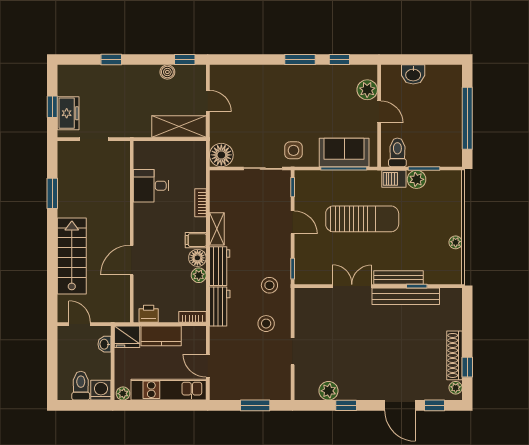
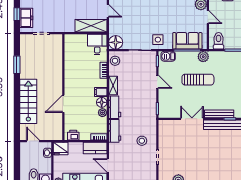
barbecue: (394, 179) -> (168, 56), moved
plant: (417, 179) -> (203, 57), moved
desk: (151, 186) -> (97, 44), moved, turned 90
sun lounger: (362, 219) -> (198, 80), width x0.73, depth x0.75
stool: (269, 285) -> (115, 61), moved
kitchen counter: (161, 336) -> (95, 148), moved

